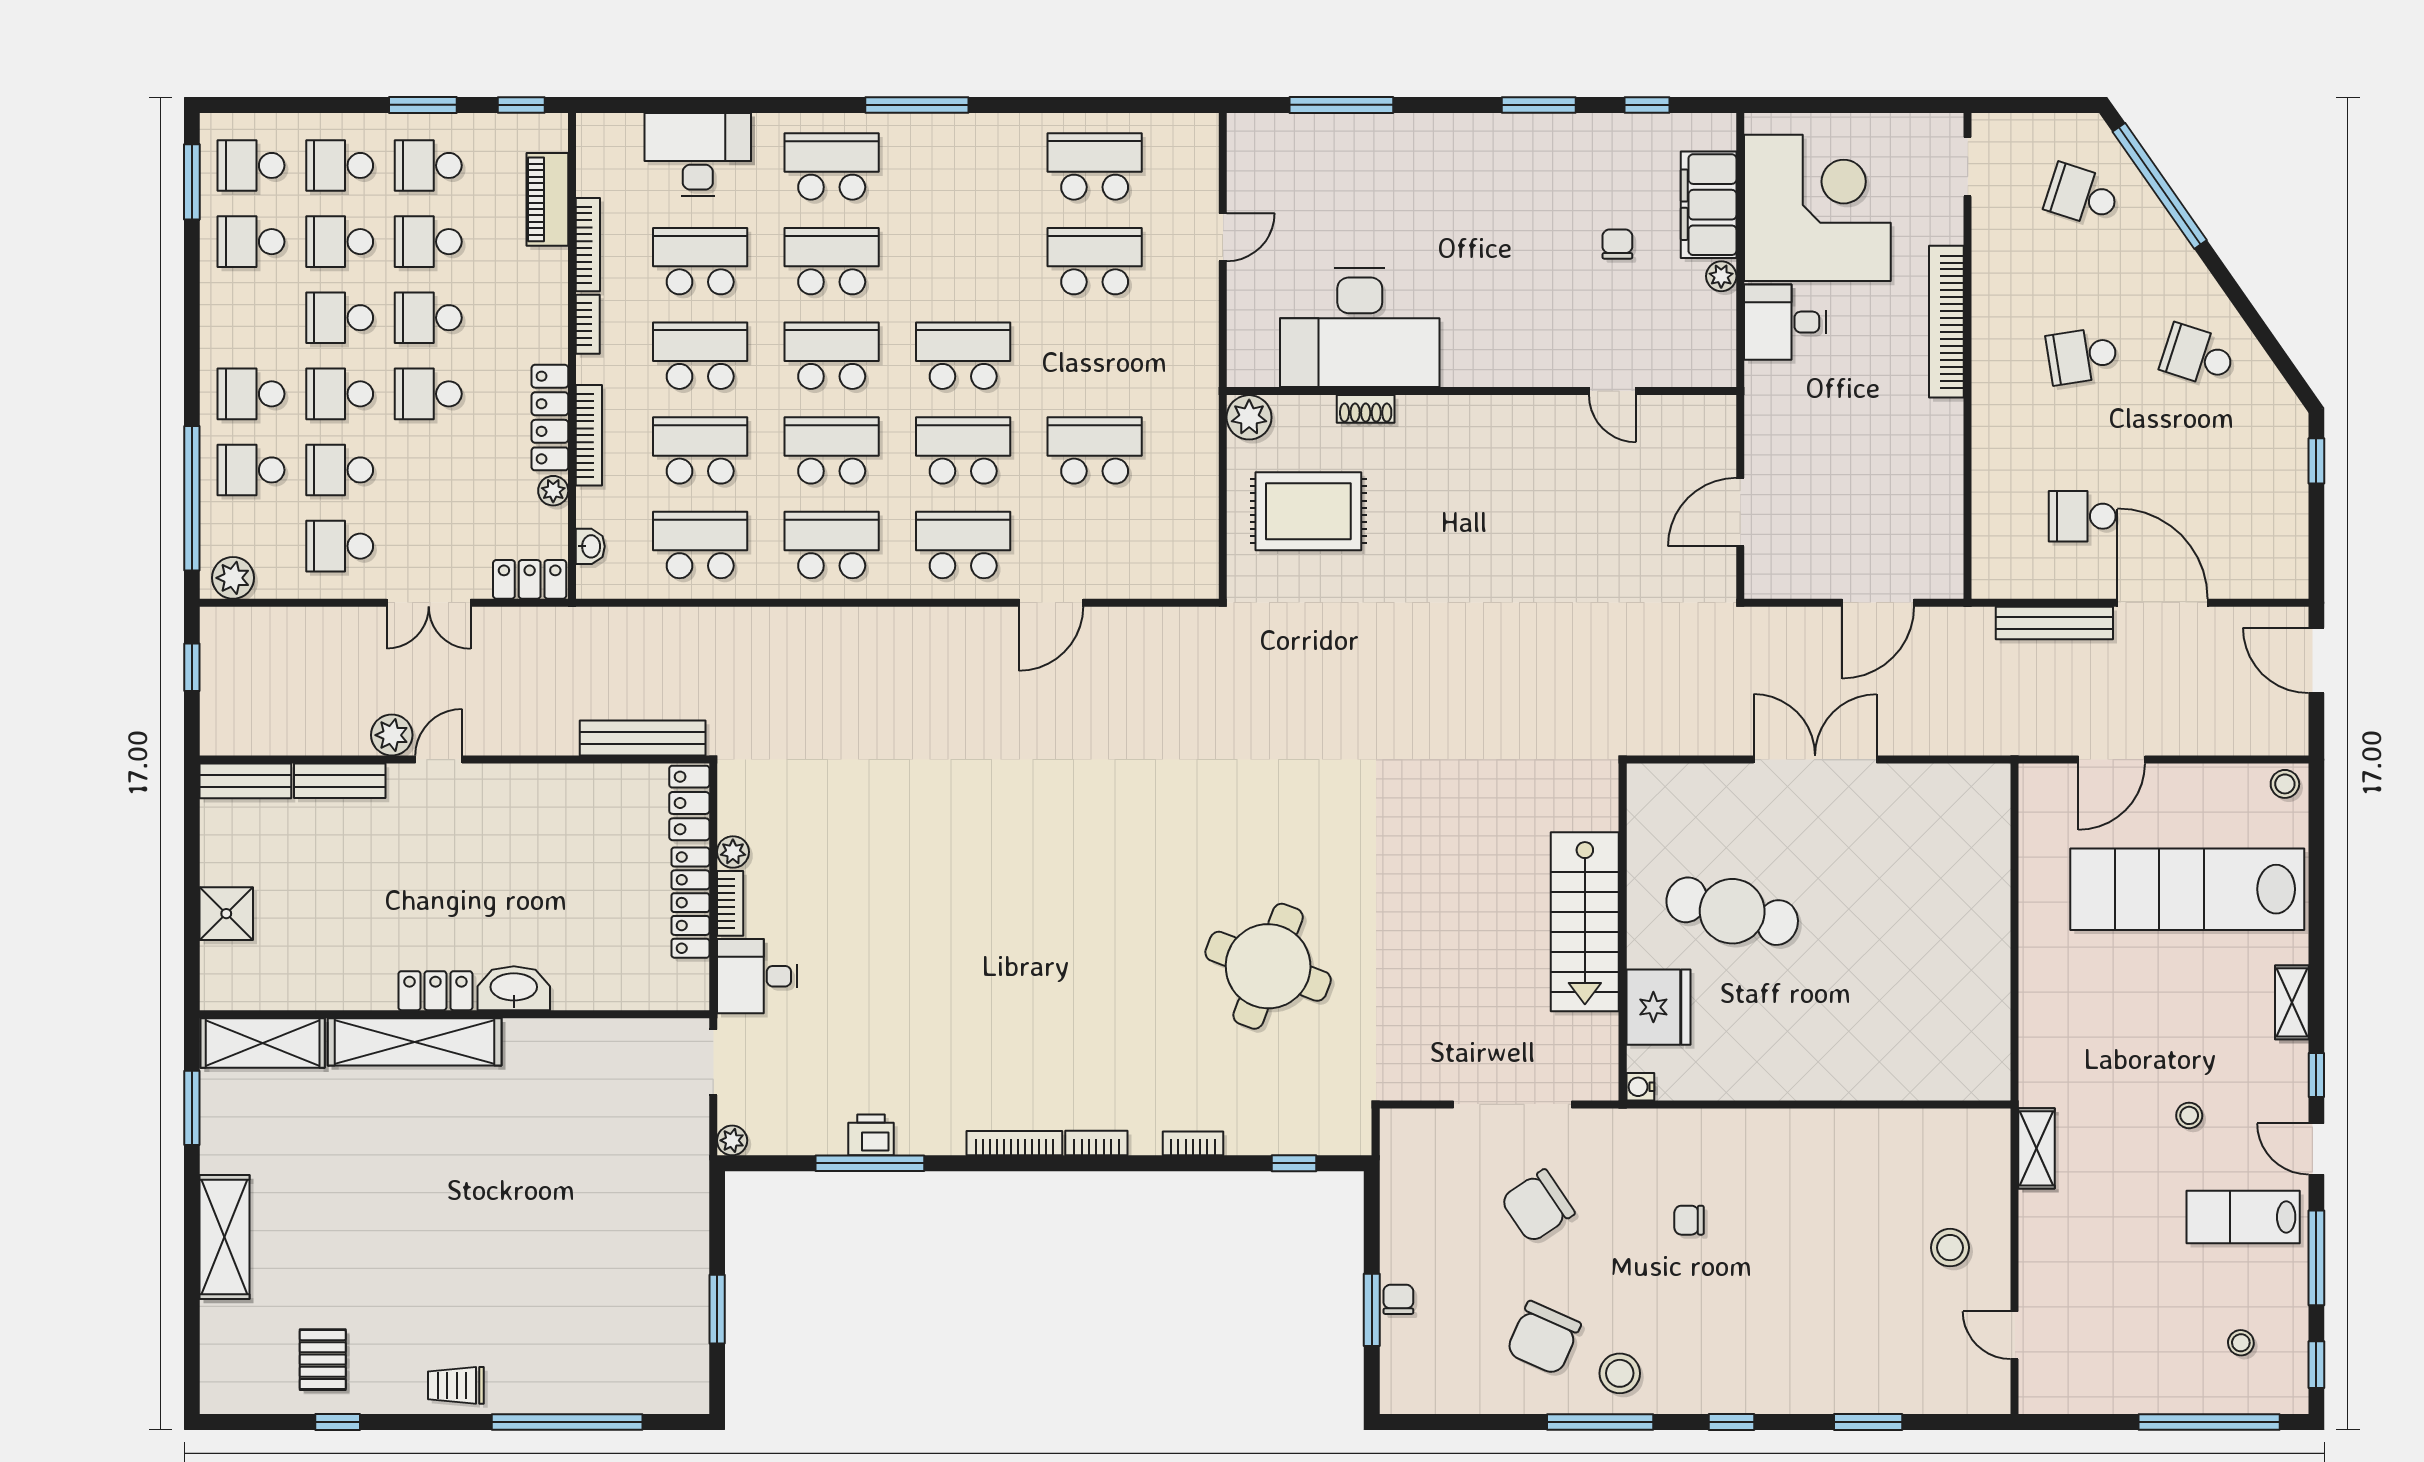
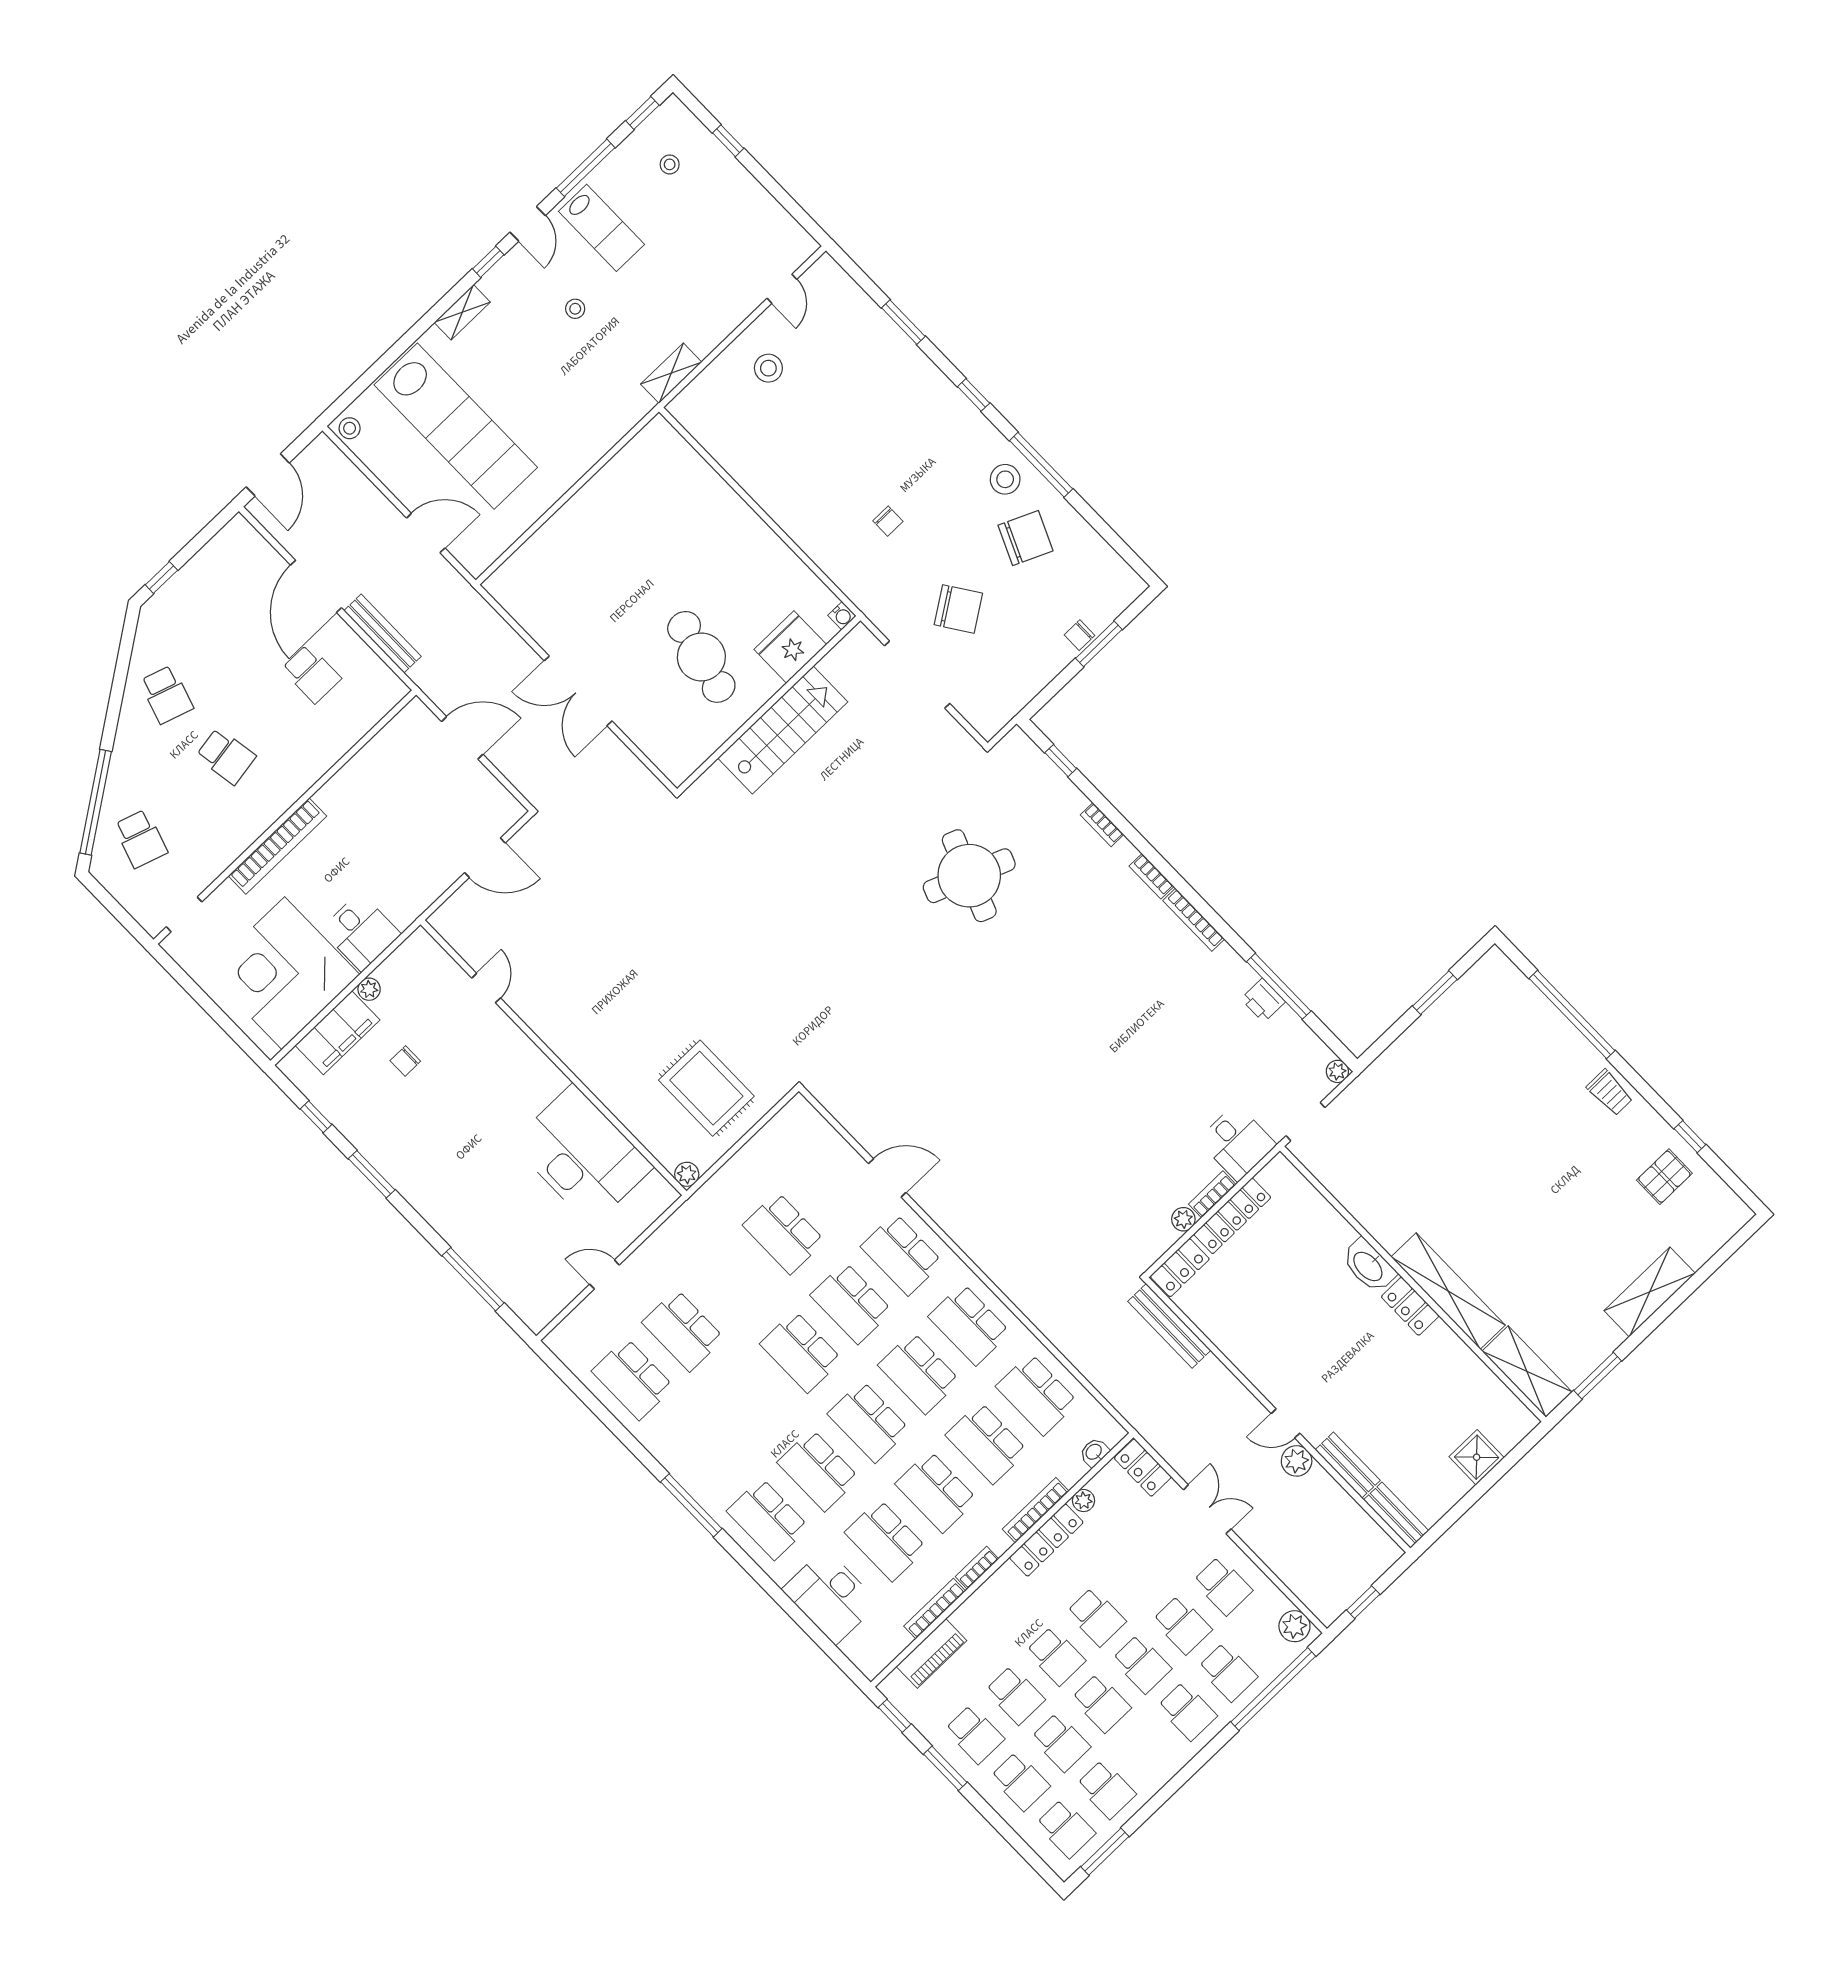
shoe rack: (1366, 409) -> (622, 1110), removed
plant: (1249, 417) -> (687, 1174), width x0.73, depth x0.73
window: (2209, 1422) -> (728, 141), width x0.32

